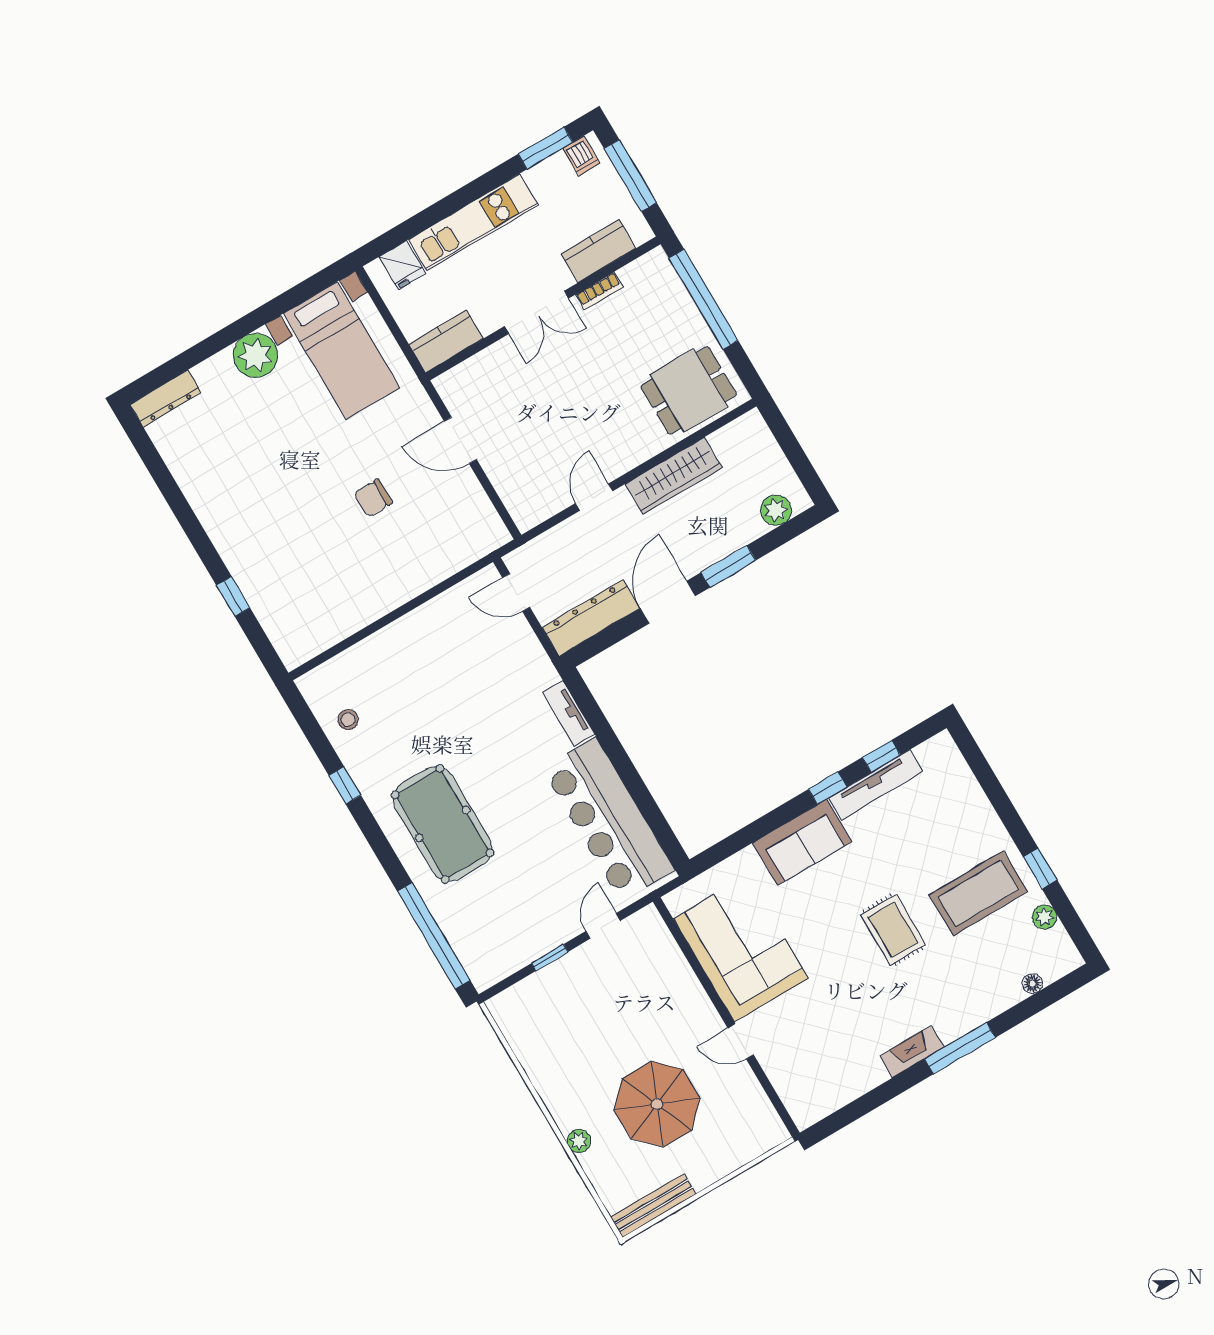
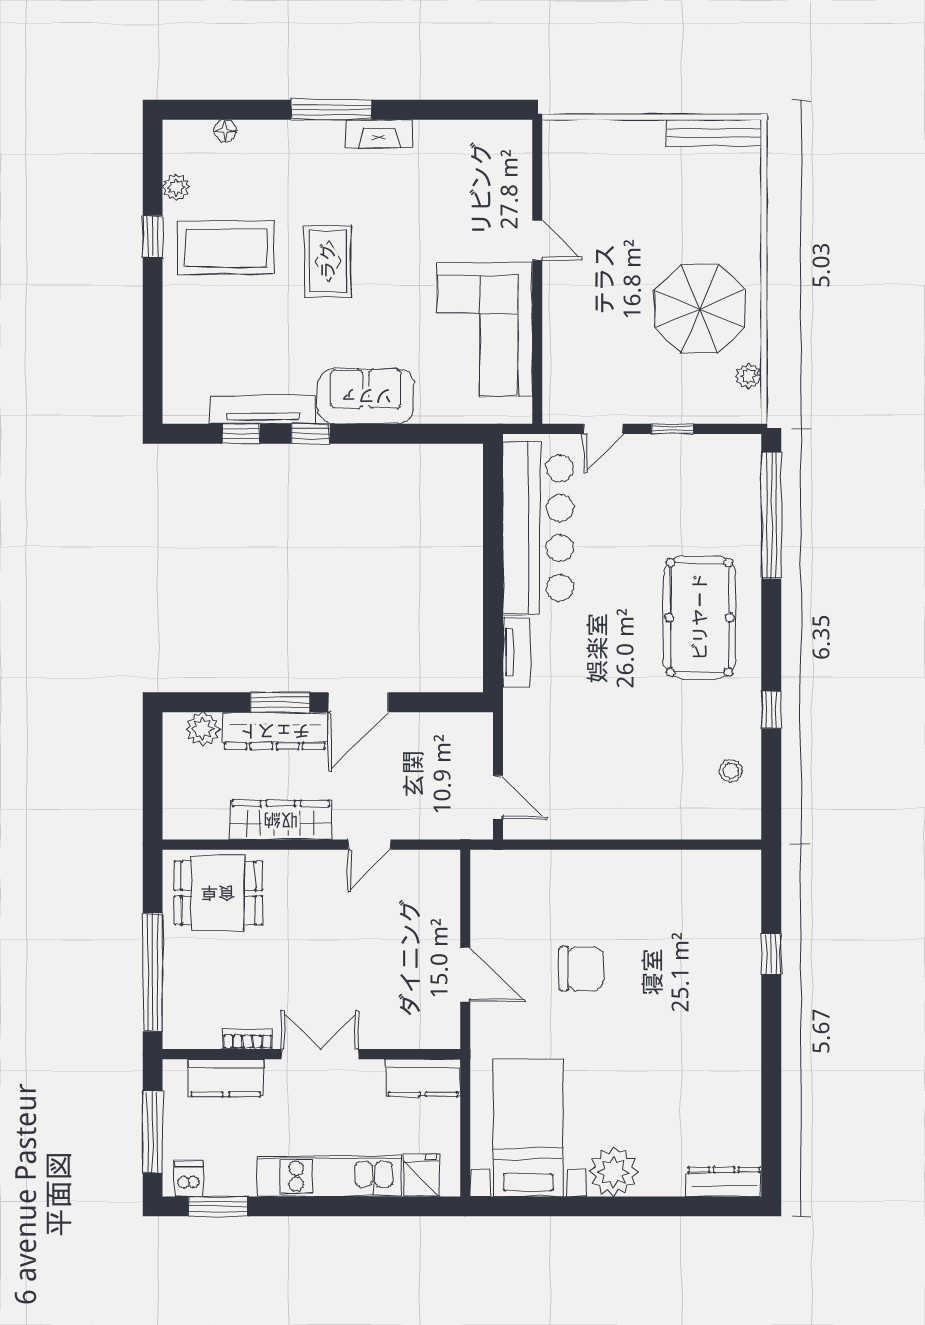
chair: (373, 498) -> (581, 969), width x1.37, depth x1.37
dresser: (591, 618) -> (275, 731), moved
parasol: (657, 1104) -> (700, 309), moved
plant: (579, 1141) -> (749, 376), moved

